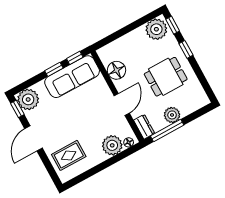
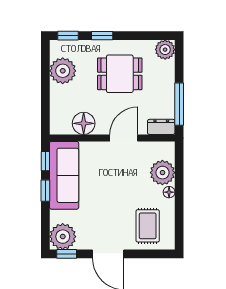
plant: (156, 29) -> (63, 71), moved
dining table: (166, 77) -> (120, 74), turned 90
door: (122, 104) -> (124, 138), hinge flipped
plant: (172, 115) -> (165, 50), moved
floor lamp: (129, 142) -> (169, 192), moved

